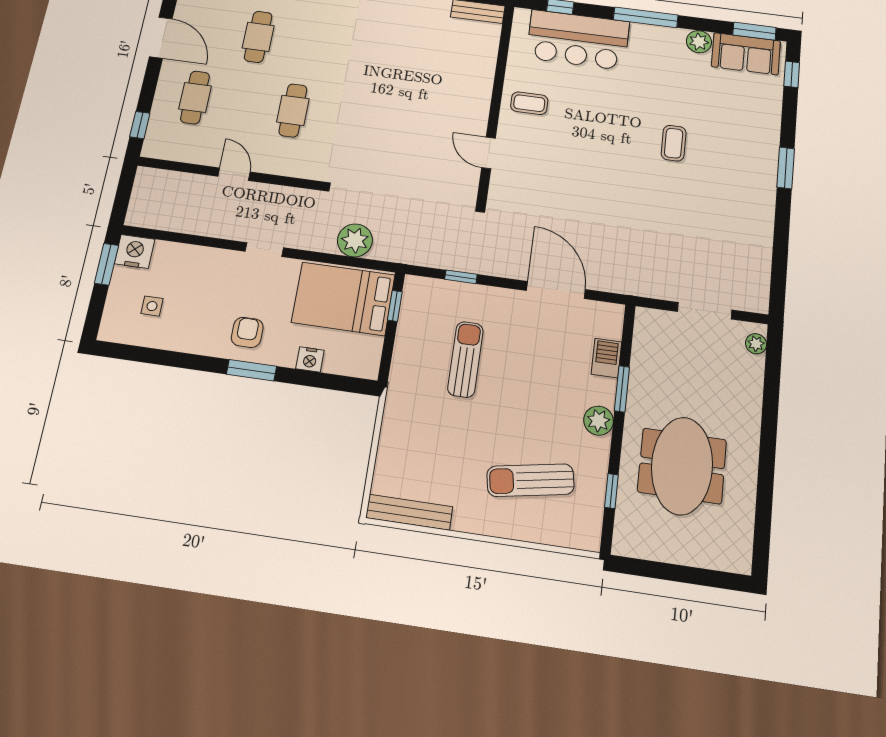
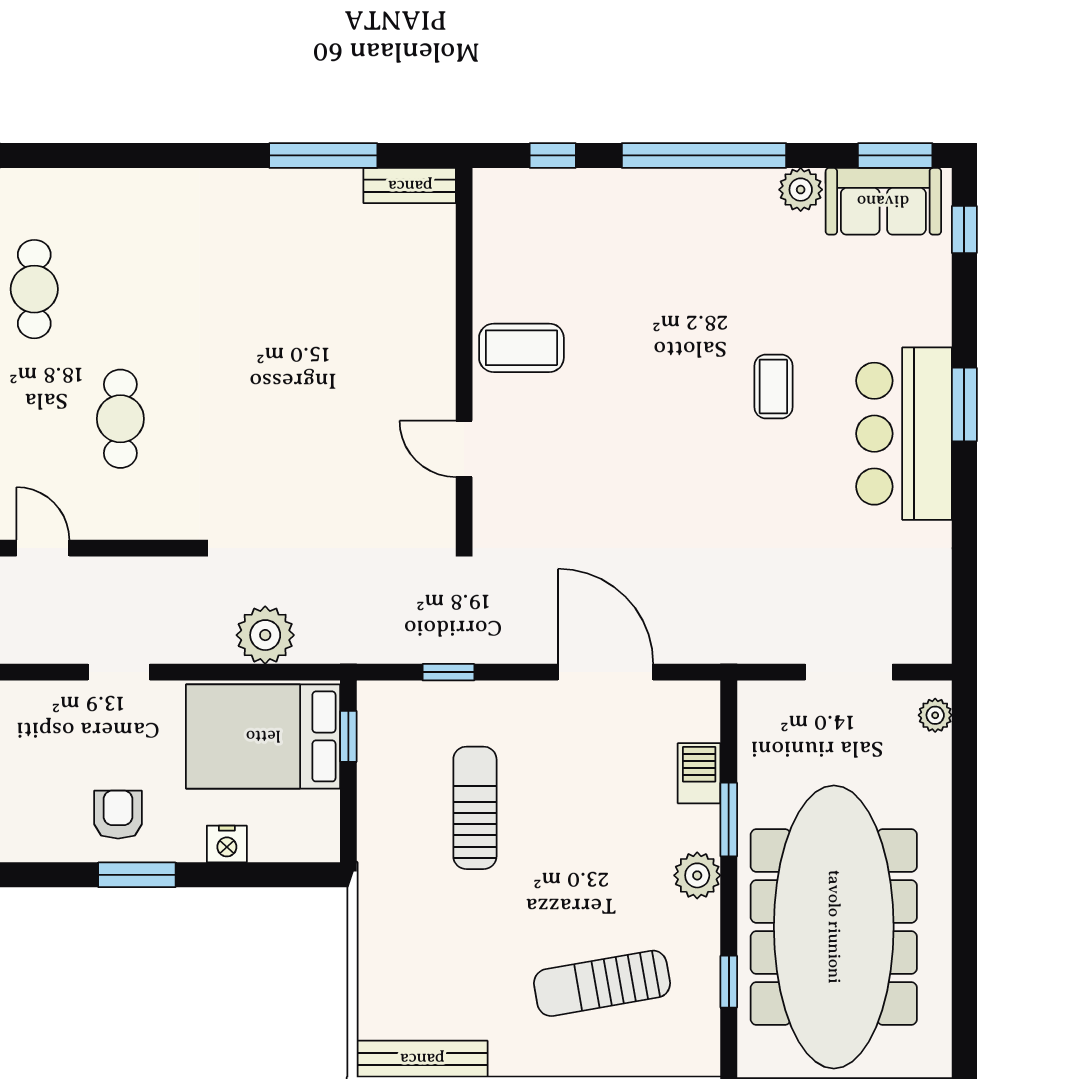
window: (646, 17) -> (704, 155), width x1.46
bar counter: (578, 40) -> (904, 434), moved, turned 90
coffee table: (529, 103) -> (521, 348), width x1.36, depth x1.30
meeting table: (682, 466) -> (834, 927), width x1.86, depth x1.27

